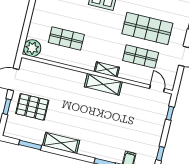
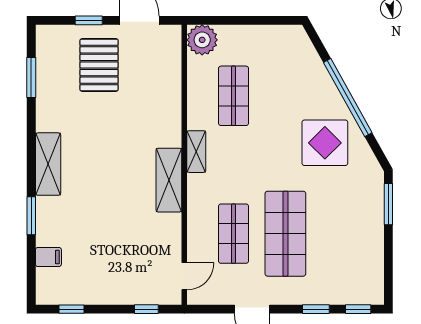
shelving: (107, 69) -> (196, 152), moved
shelving: (61, 143) -> (48, 164), moved

